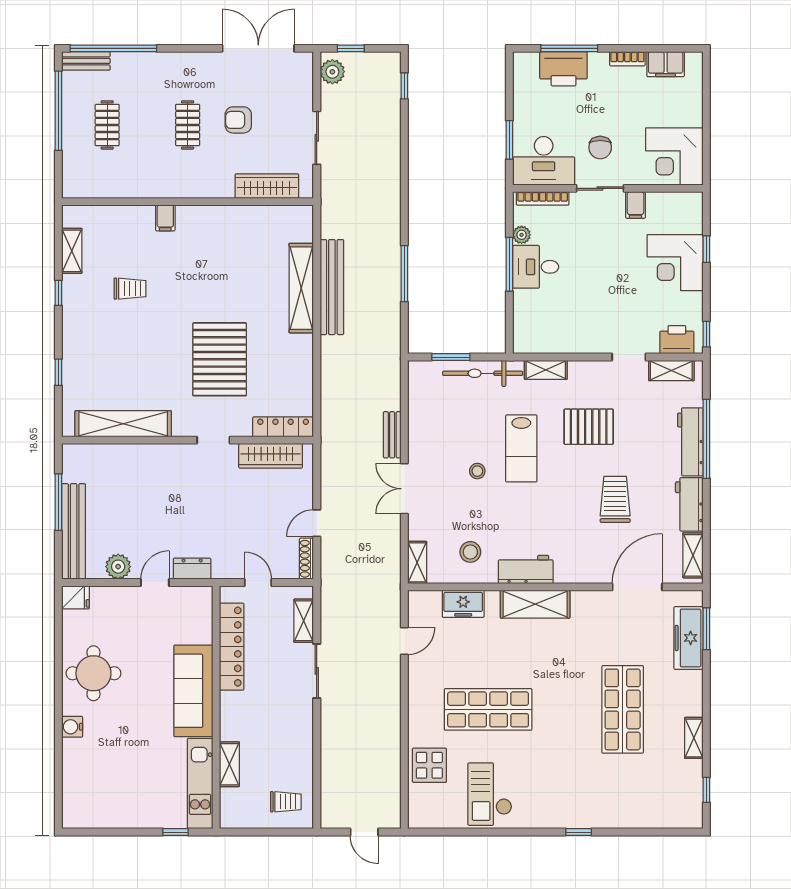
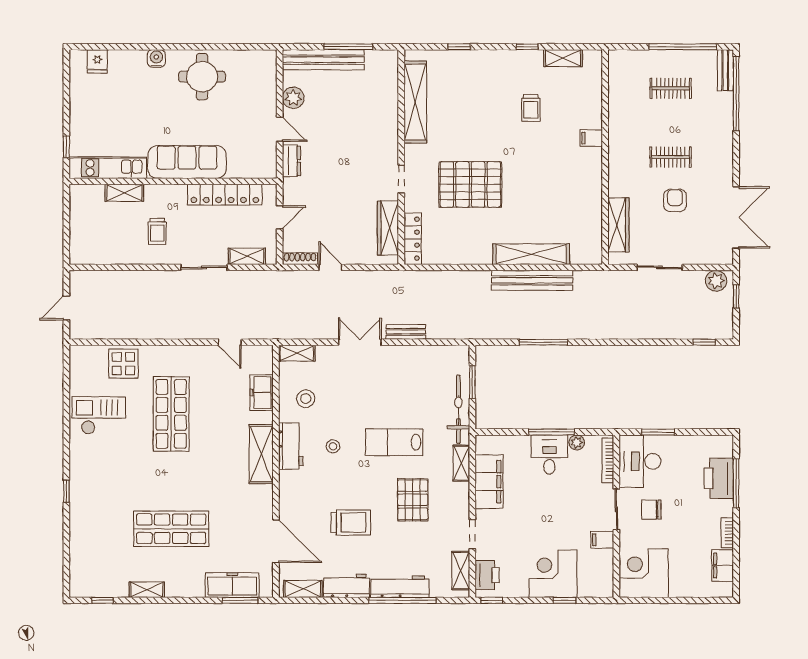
filing cabinet: (567, 337) -> (489, 482), added
stool: (477, 471) -> (333, 446), moved
fridge: (76, 597) -> (97, 61), moved
trolley: (286, 802) -> (157, 231), moved

